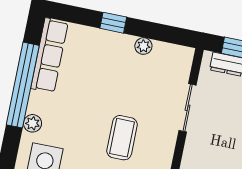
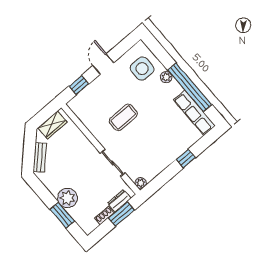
plant: (143, 46) -> (141, 183), moved
coffee table: (122, 138) -> (123, 117), turned 90

